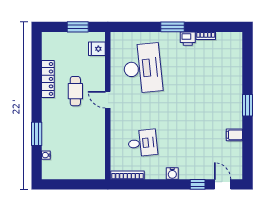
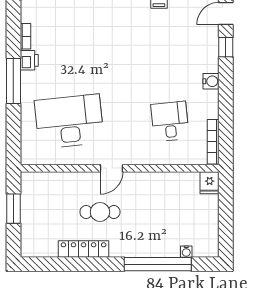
window: (172, 27) -> (13, 81), width x1.44
fridge: (97, 49) -> (210, 183), moved
window: (37, 134) -> (158, 264), width x2.11

